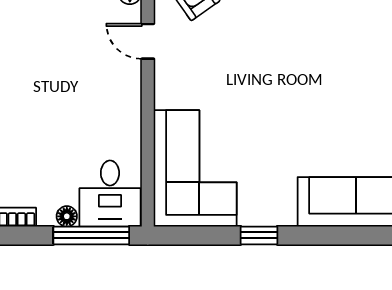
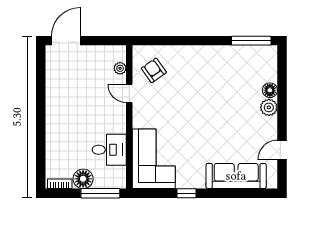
desk: (110, 193) -> (109, 150), moved, turned -90
floor lamp: (67, 216) -> (83, 179), width x1.89, depth x1.89

